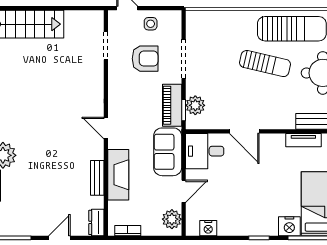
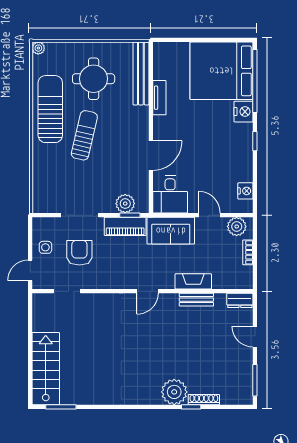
fireplace: (118, 175) -> (193, 281), width x0.73, depth x0.76
bookcase: (128, 231) -> (248, 252), moved

